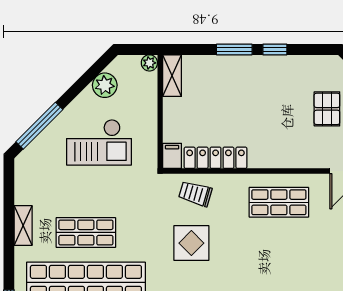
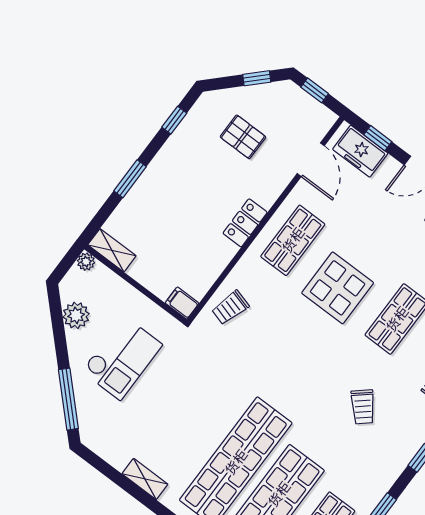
window: (275, 50) -> (174, 120), moved
locker: (216, 158) -> (245, 223), moved, width x0.66
shop shelf: (86, 232) -> (192, 429), removed
display table: (191, 243) -> (338, 288), moved, width x1.36, depth x1.36

